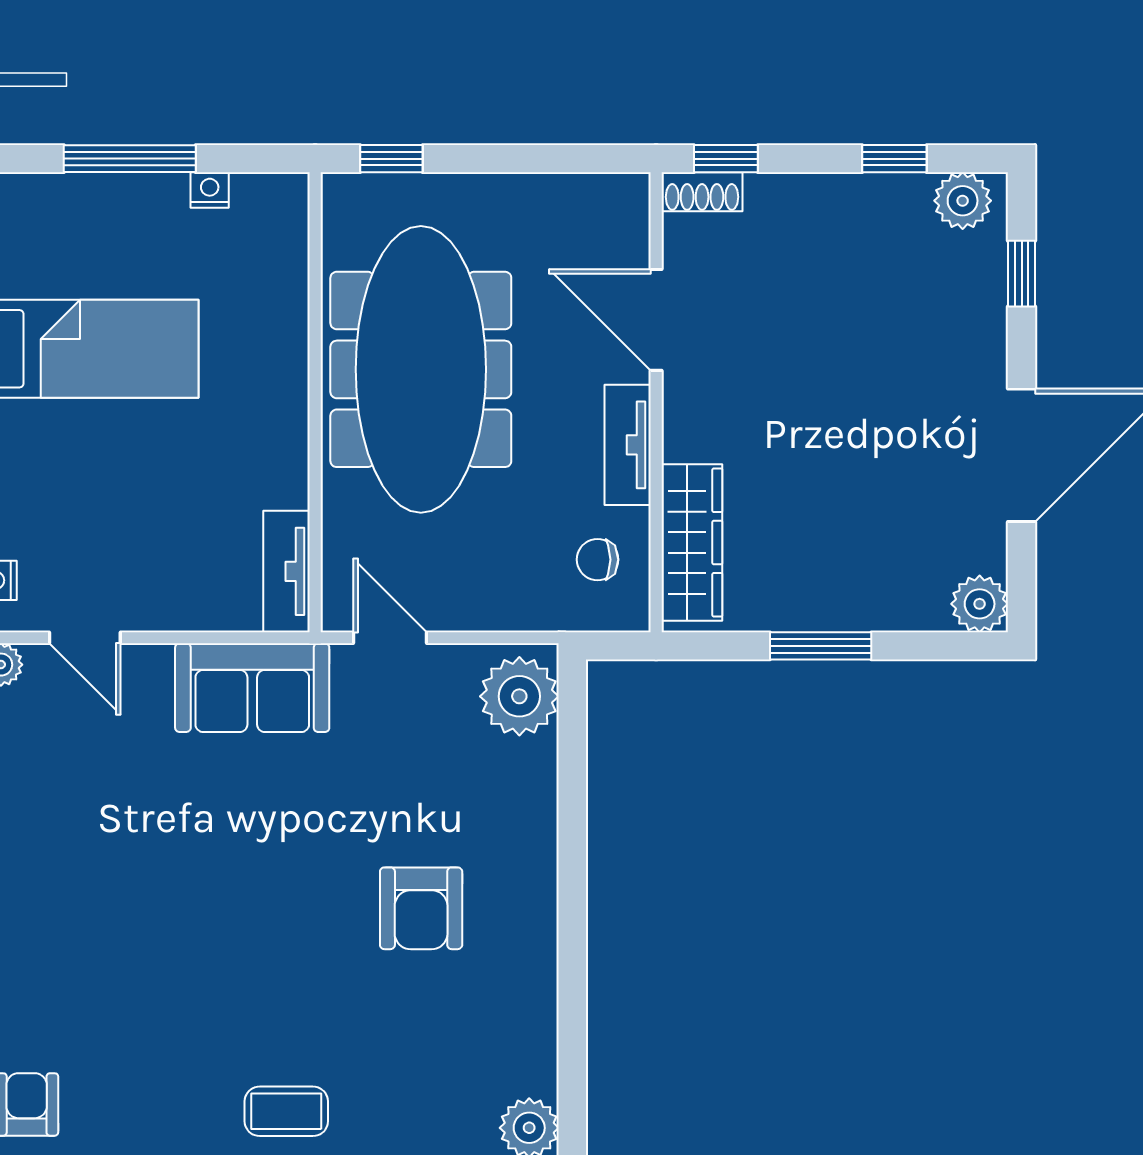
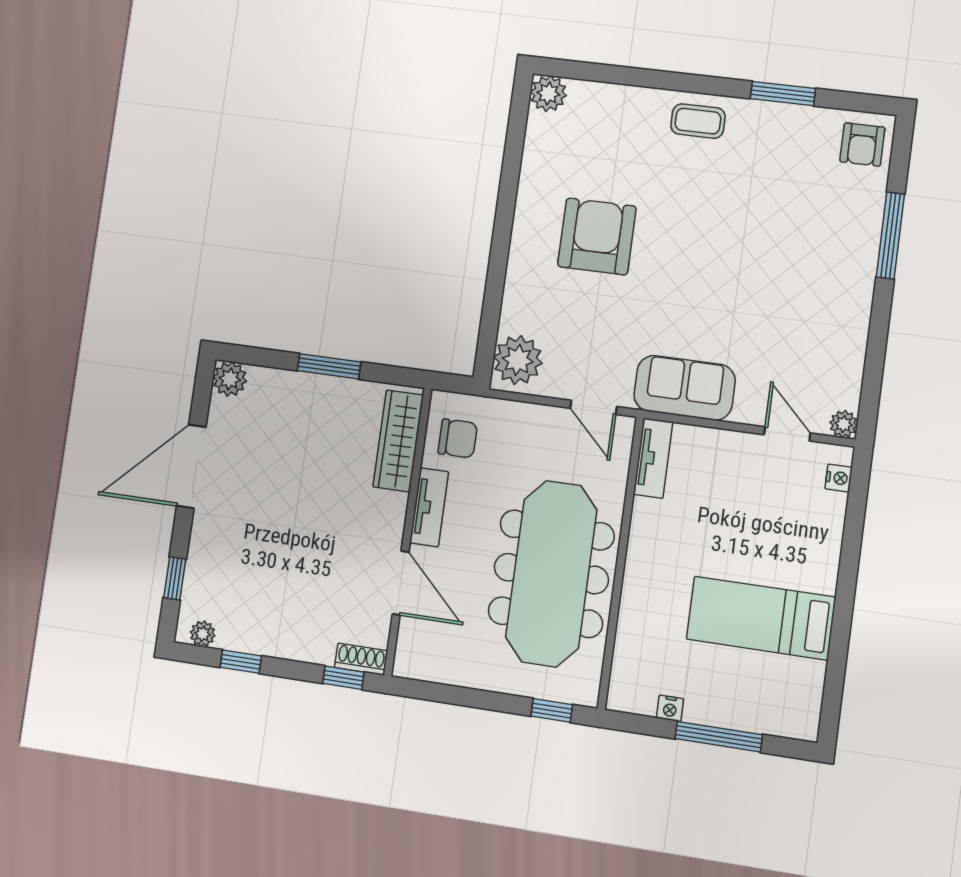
plant: (963, 201) -> (203, 634), width x0.73, depth x0.73
chair: (598, 560) -> (458, 438), width x1.37, depth x1.37
armchair: (421, 908) -> (597, 236), width x1.36, depth x1.36

